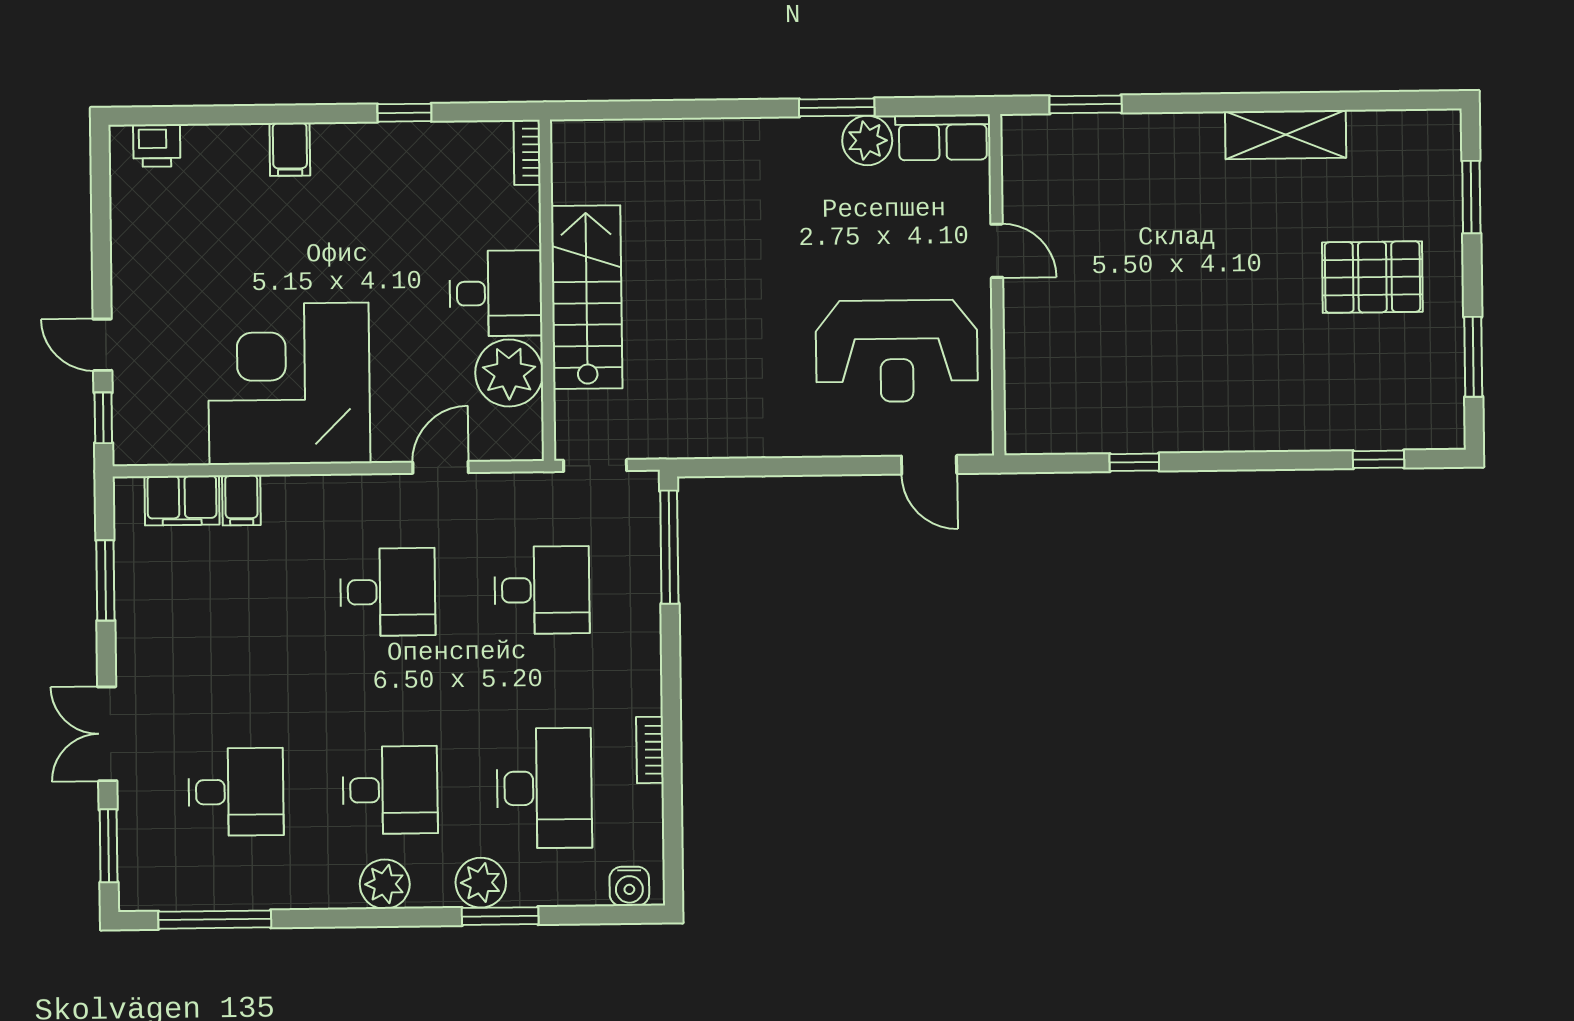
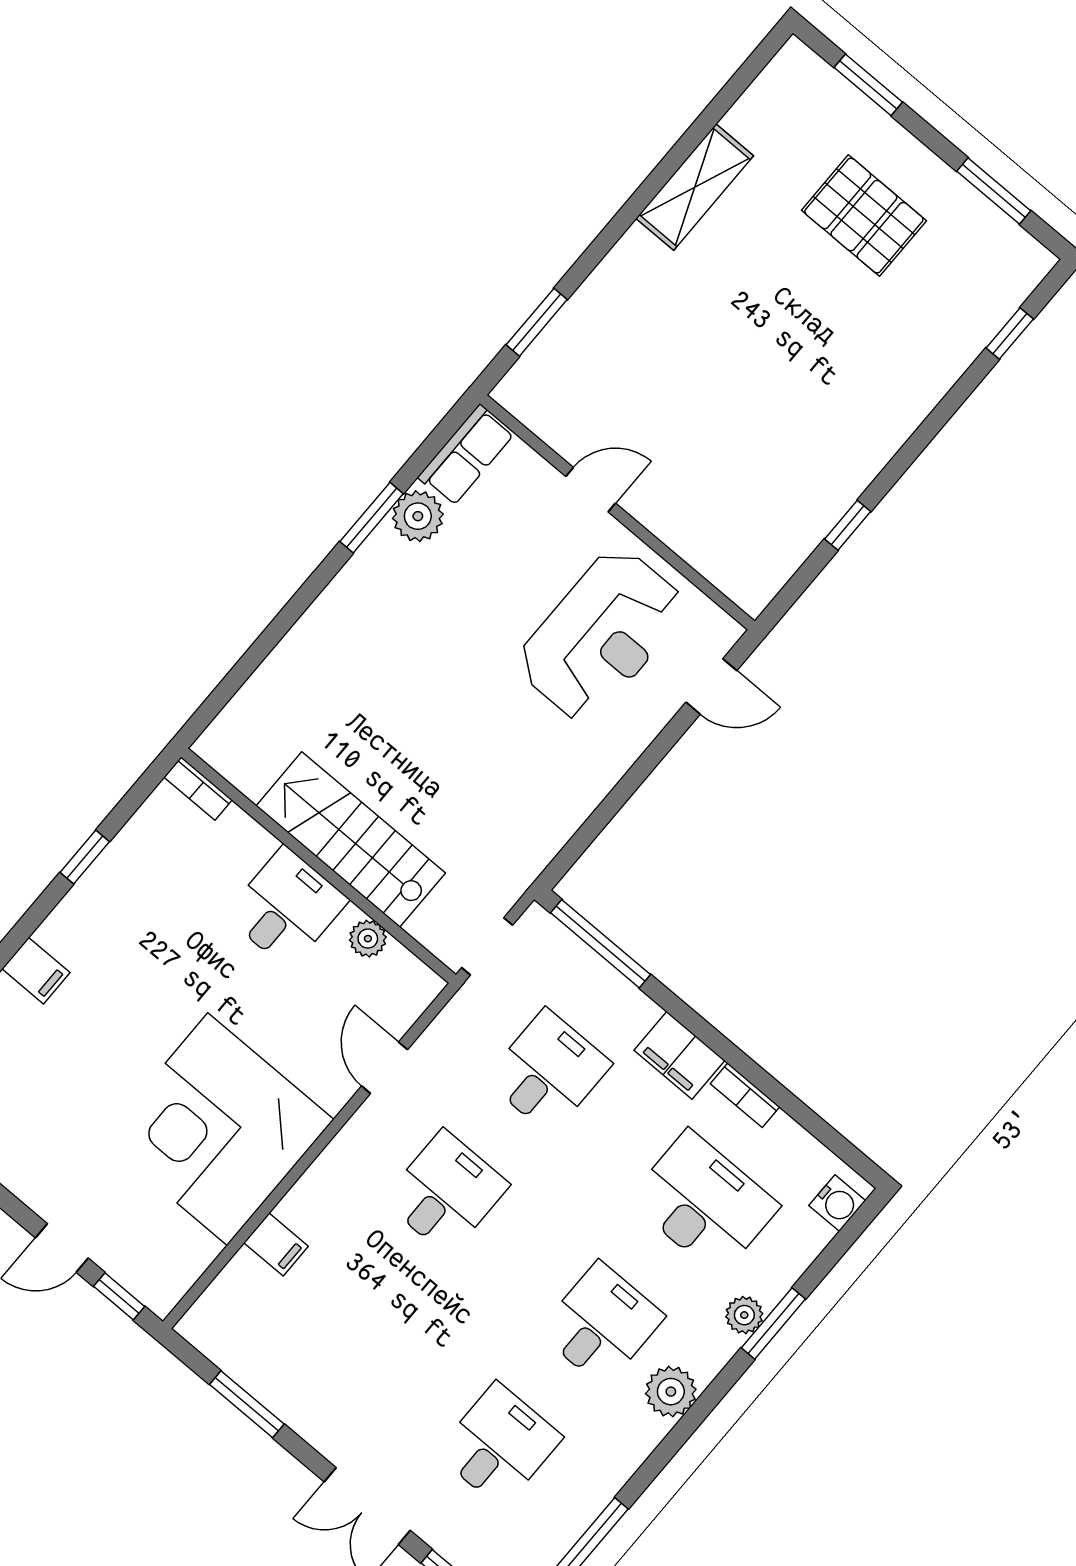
pallet: (1372, 277) -> (864, 216), turned 90
plant: (509, 373) -> (368, 939), width x0.53, depth x0.53
filing cabinet: (182, 500) -> (679, 1055), moved, turned 90
plant: (481, 883) -> (744, 1315), width x0.73, depth x0.73

